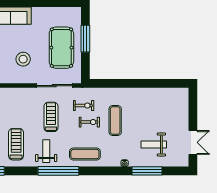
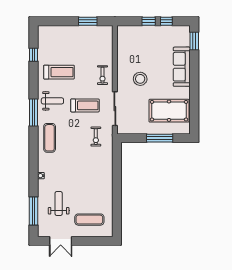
pool table: (61, 48) -> (169, 111), moved
exercise mat: (115, 121) -> (89, 220), moved
exercise bike: (89, 122) -> (102, 75), moved
window: (58, 171) -> (33, 113), width x0.68
window: (147, 171) -> (33, 211), moved

